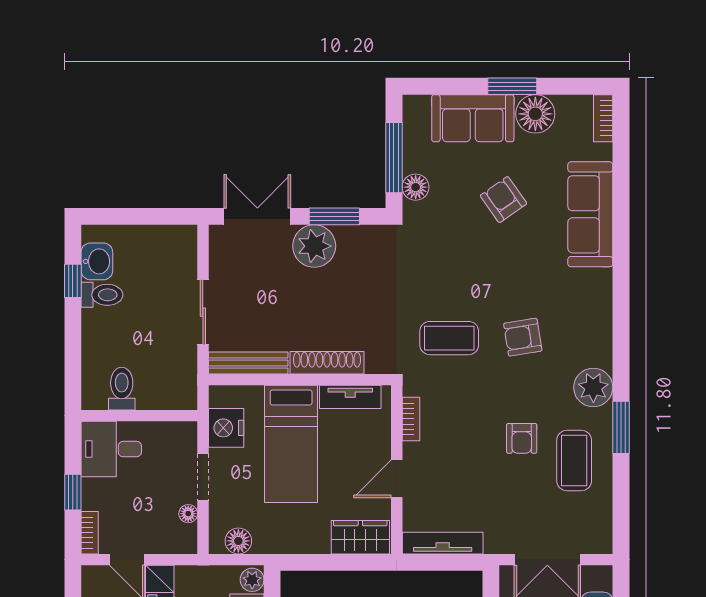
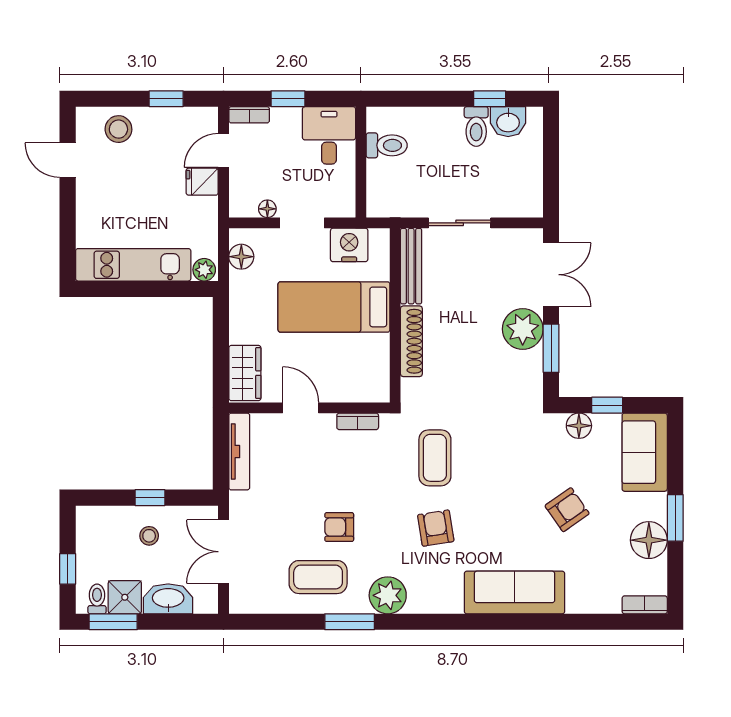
sofa: (473, 118) -> (645, 452), moved
window: (394, 158) -> (607, 405), width x0.46
sofa: (590, 214) -> (514, 593), moved
tv unit: (350, 397) -> (379, 364), removed

